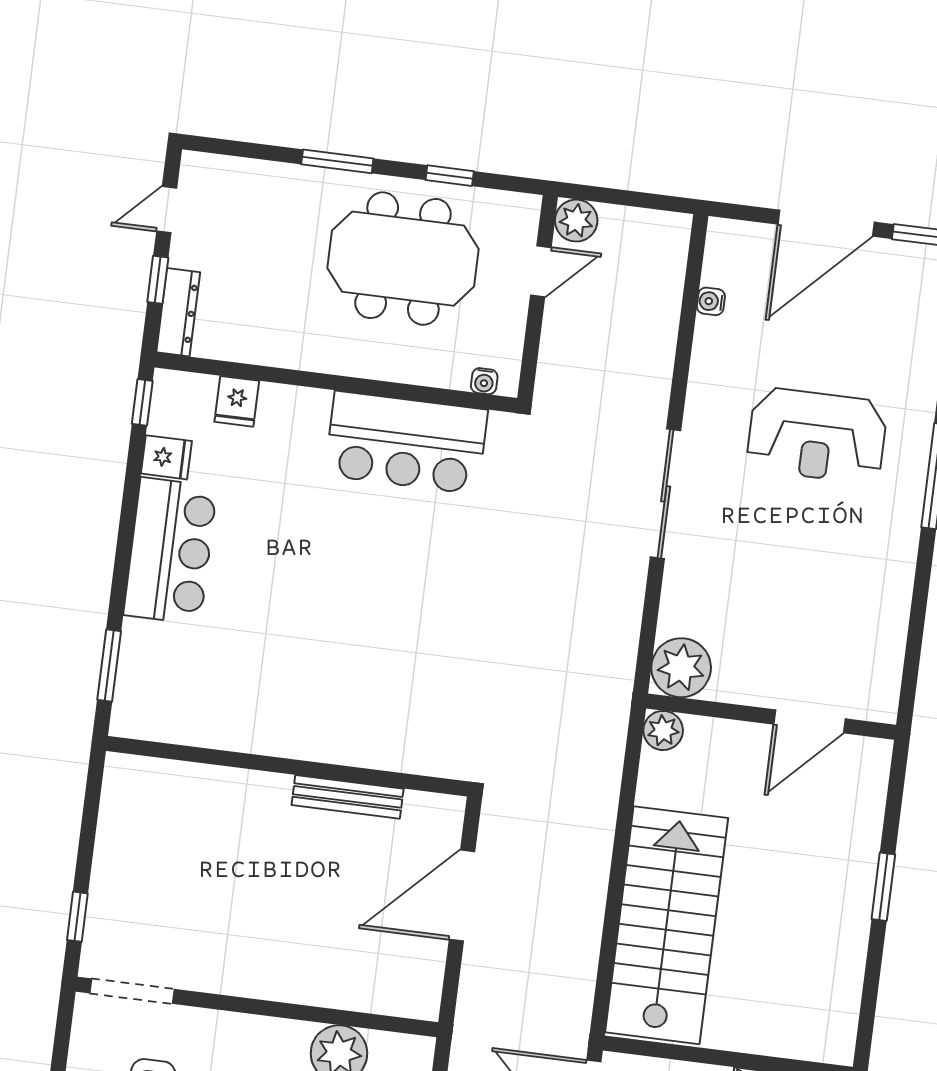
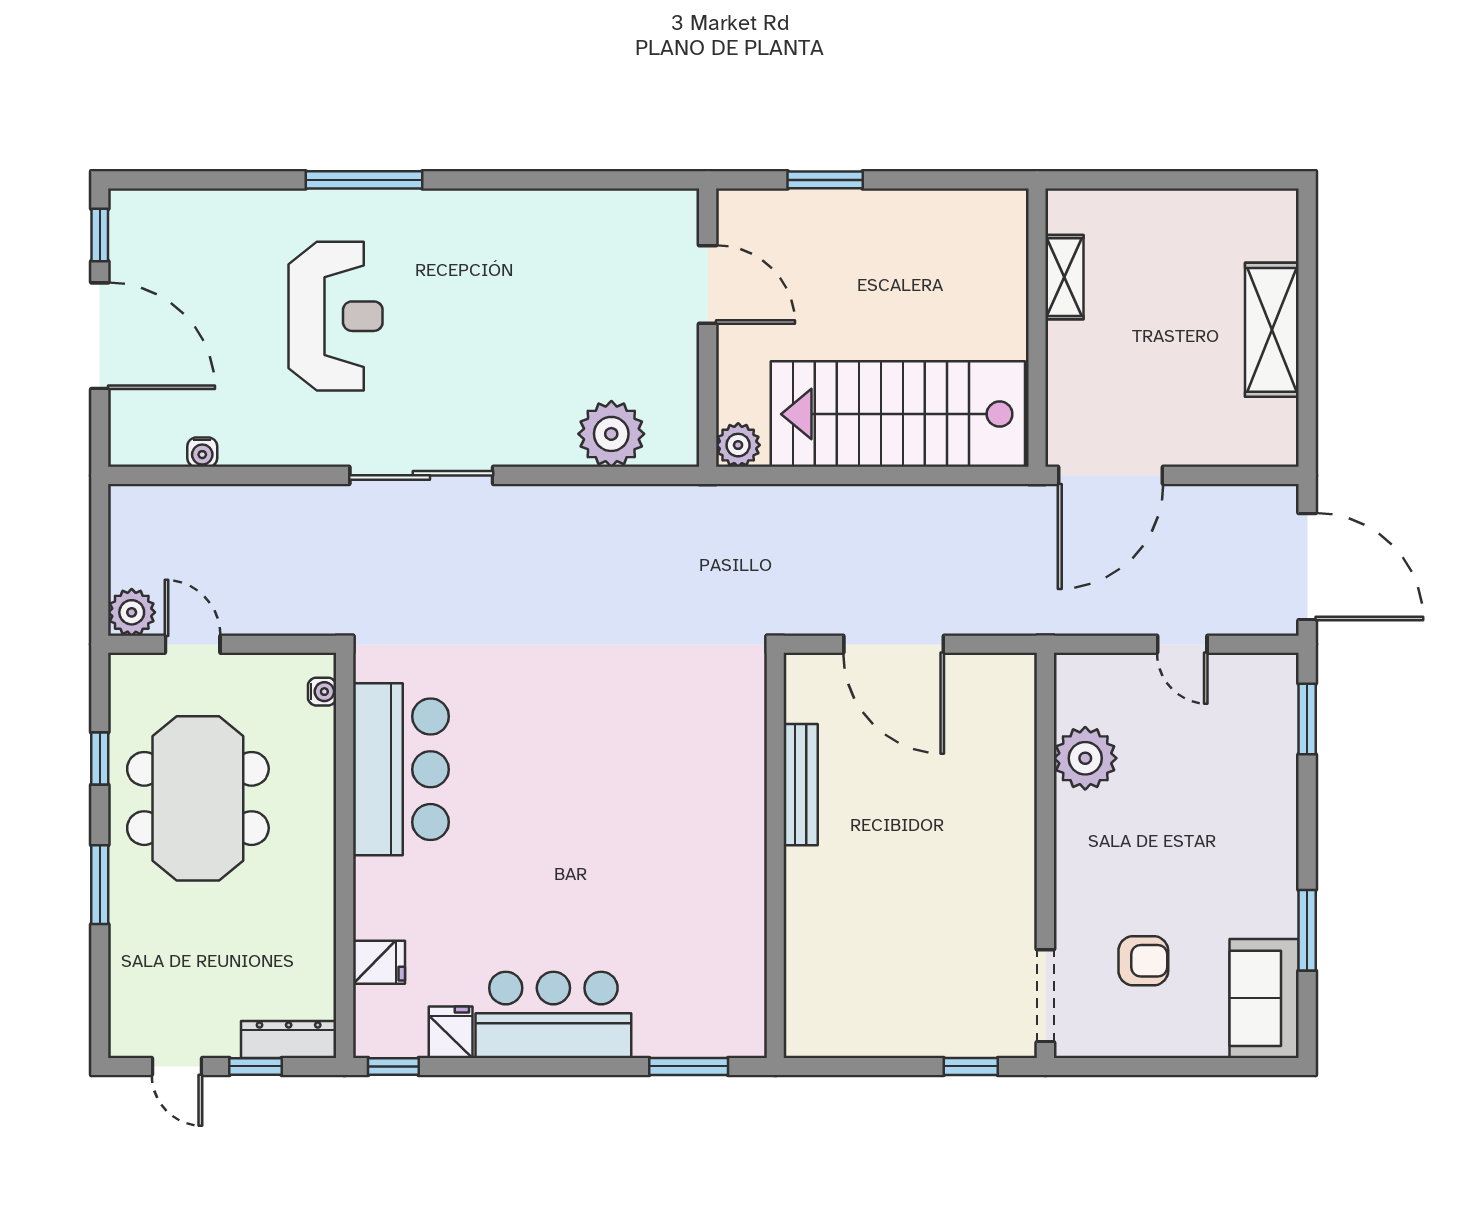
wall: (771, 717) -> (708, 328), moved
door: (809, 721) -> (708, 285), moved
plant: (663, 730) -> (738, 445), moved

